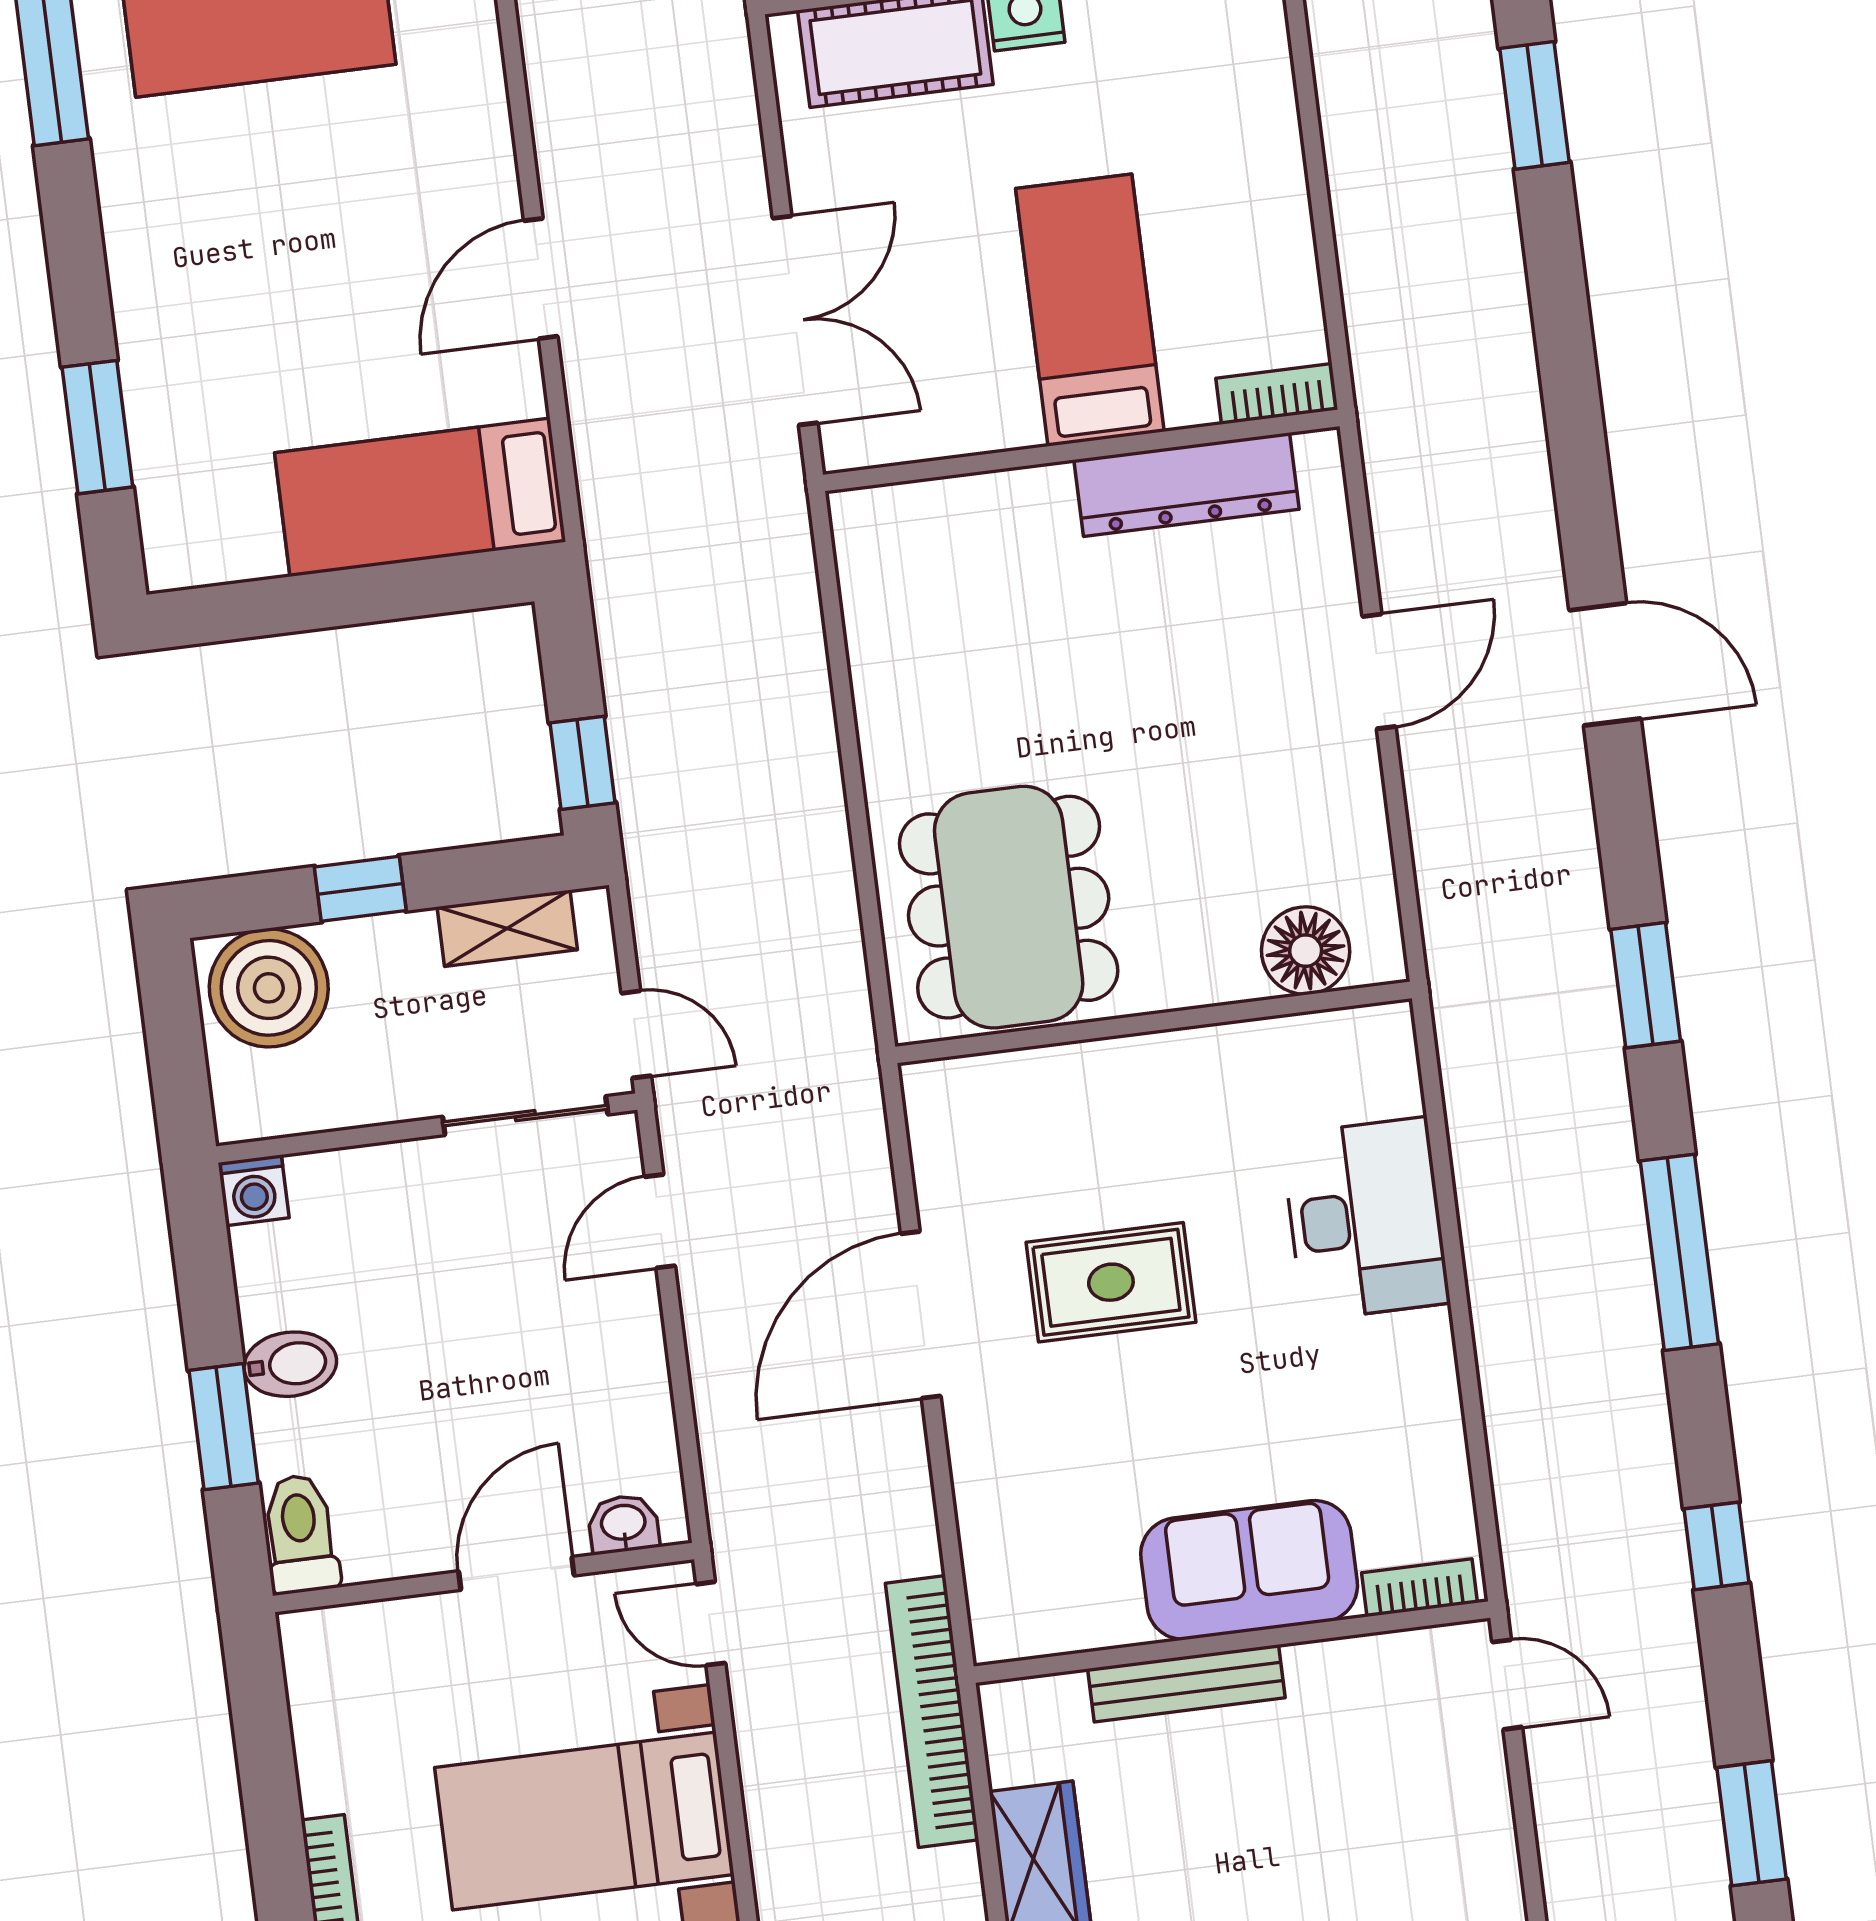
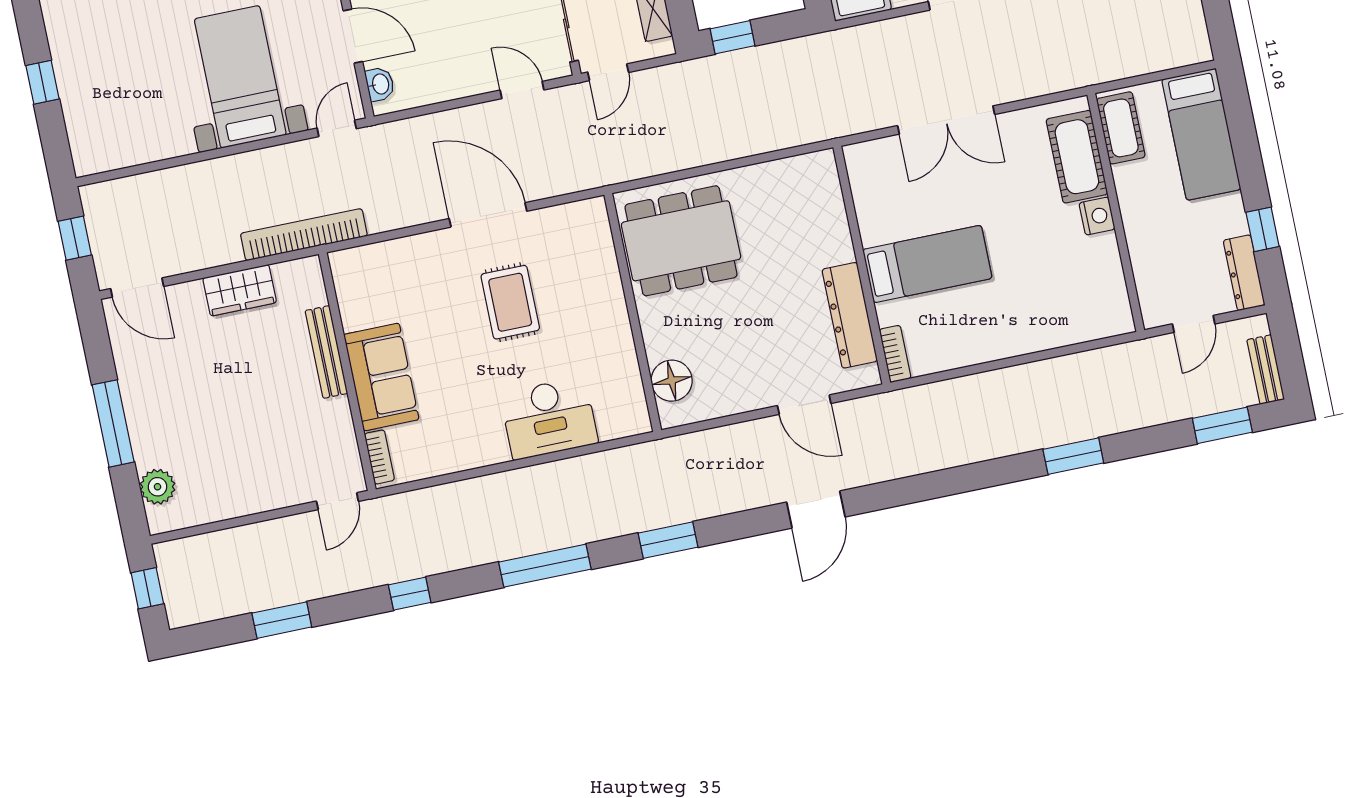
bed: (1090, 310) -> (927, 264), moved
bookcase: (1277, 394) -> (895, 354), moved
wall: (1081, 450) -> (862, 265), moved
dresser: (1186, 485) -> (850, 315), moved

